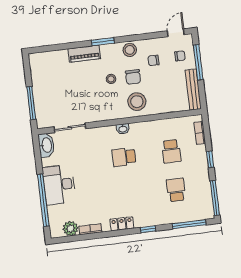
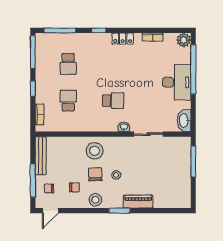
sliding door: (70, 128) -> (149, 134), moved
washbasin: (123, 129) -> (124, 127), moved
plant: (70, 229) -> (184, 40), moved

